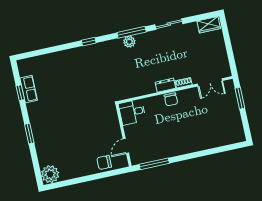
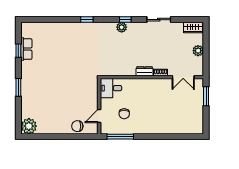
window: (132, 32) -> (125, 20), width x0.46
plant: (220, 49) -> (198, 51), added
chair: (171, 99) -> (124, 114), moved

